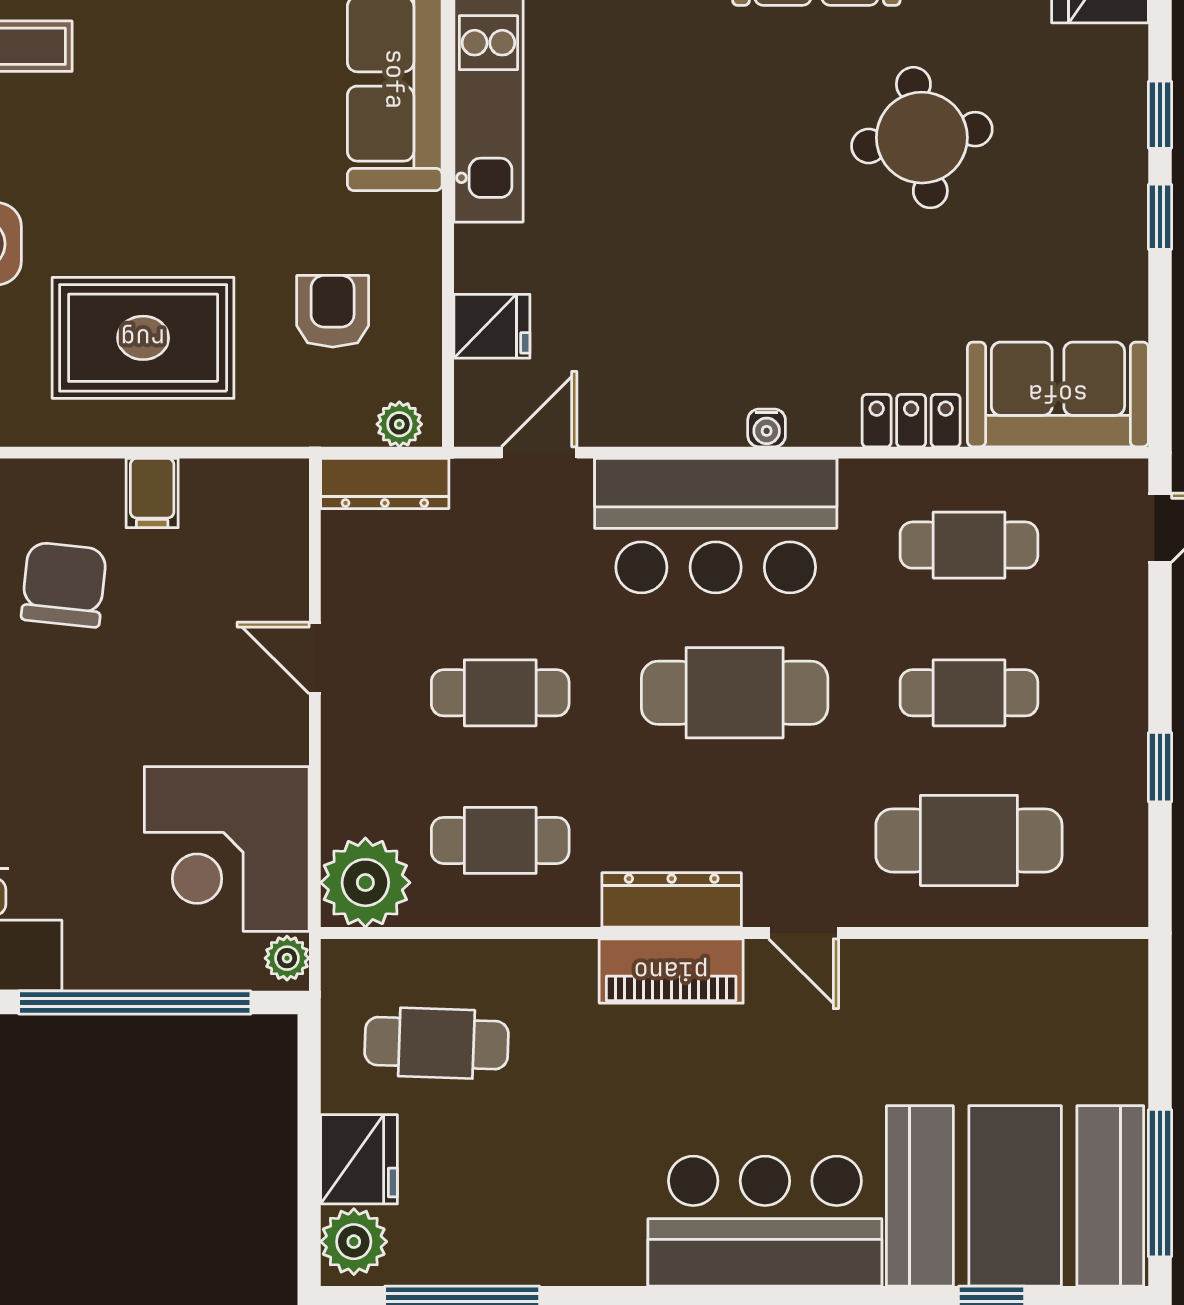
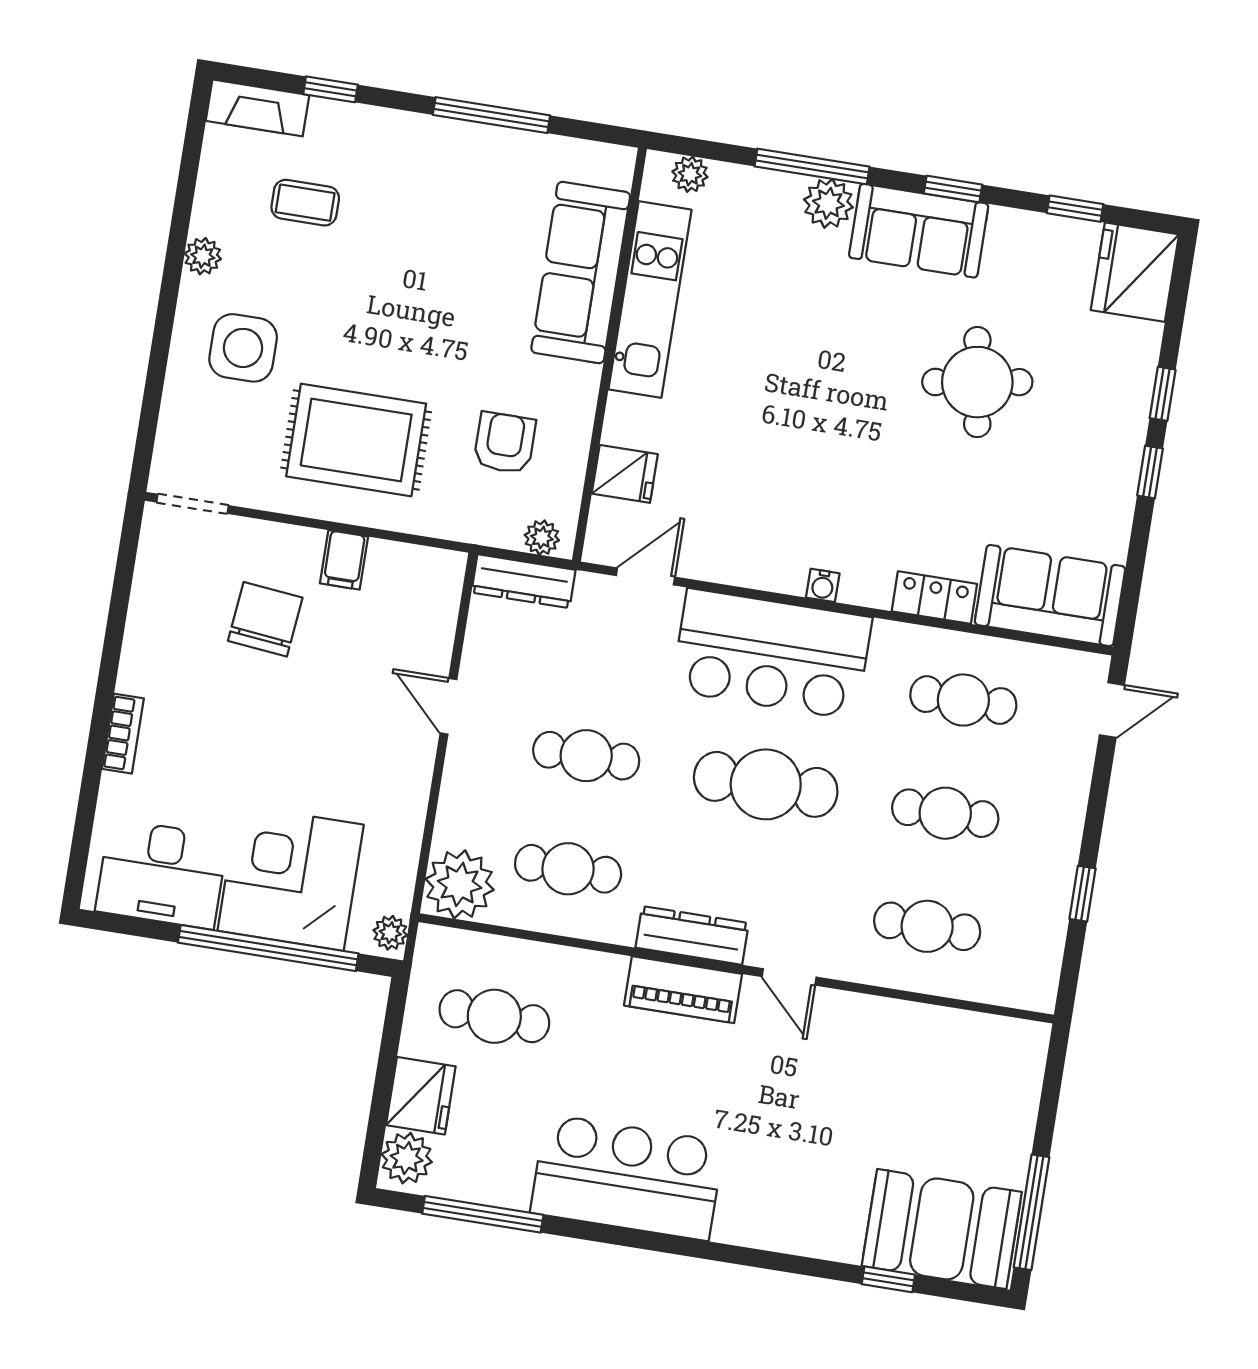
cafe table: (969, 840) -> (927, 926), width x0.73, depth x0.74
corner desk: (227, 849) -> (291, 878), moved, turned 90
booth: (1015, 1196) -> (942, 1229), width x0.73, depth x0.70
bar counter: (765, 1221) -> (627, 1177), moved

